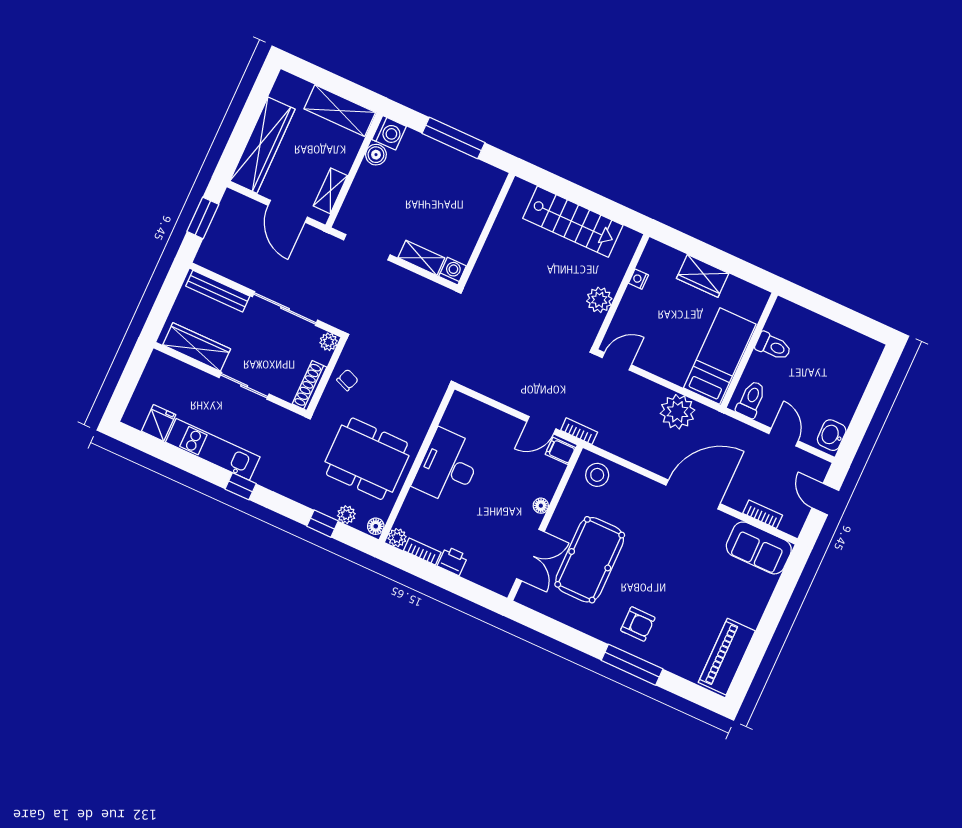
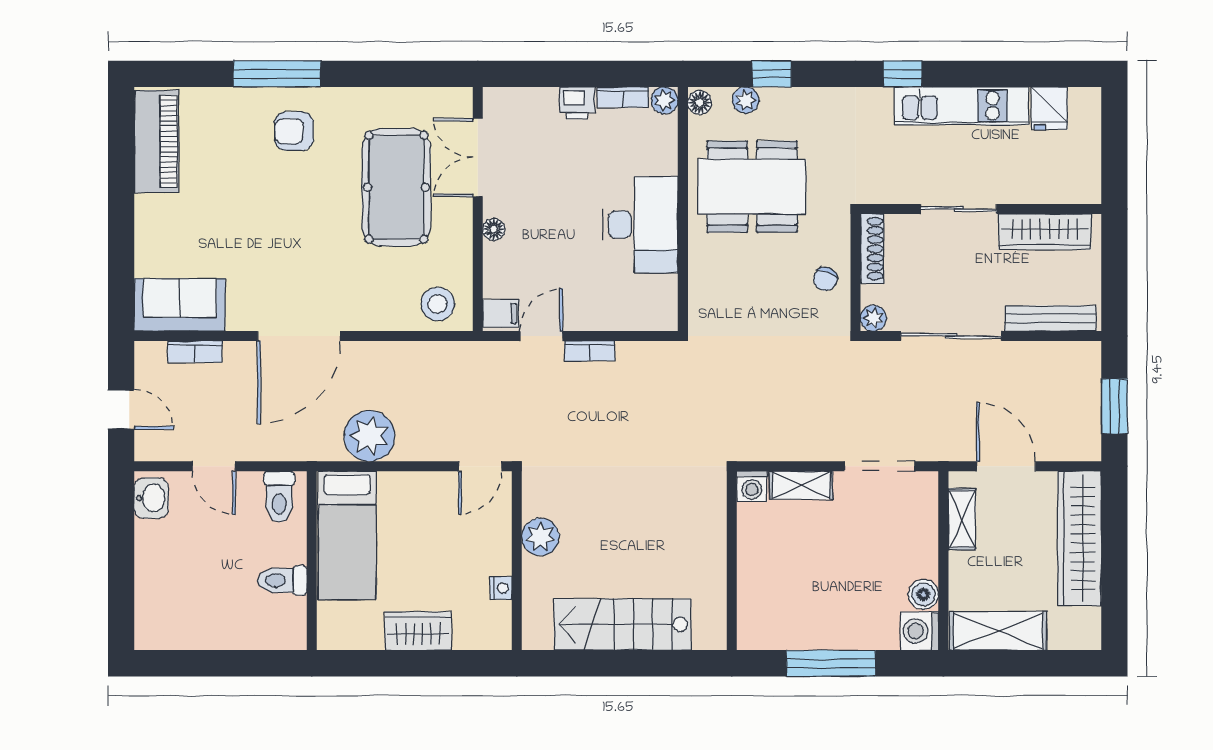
bookcase: (579, 431) -> (590, 351), moved

